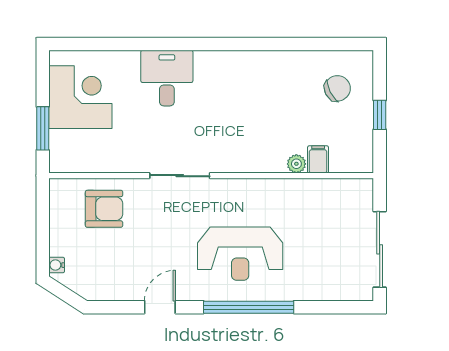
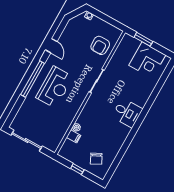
desk: (167, 78) -> (127, 113), moved
reception desk: (240, 254) -> (55, 87), turned 180

